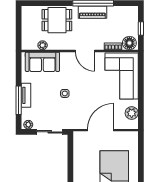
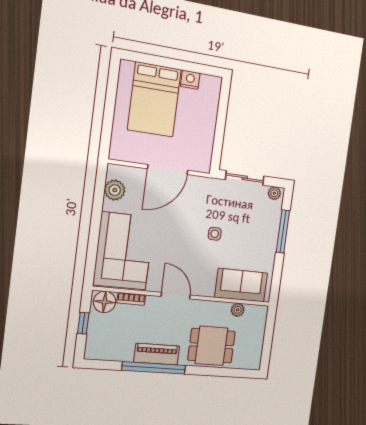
tv unit: (26, 95) -> (271, 238), removed

